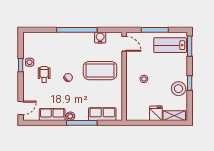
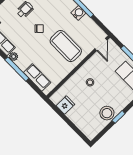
water cooler: (100, 38) -> (78, 13), moved
fridge: (156, 113) -> (65, 105), moved
shelving: (174, 116) -> (85, 129), removed

